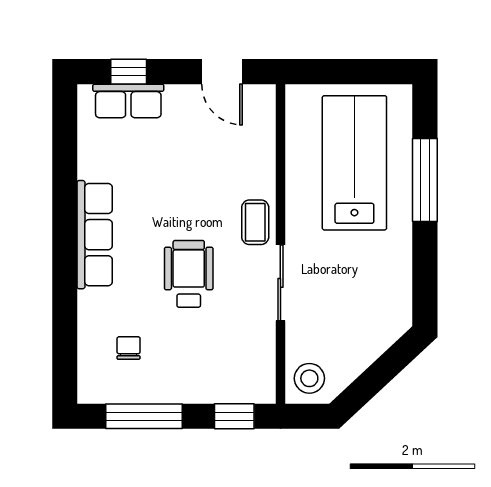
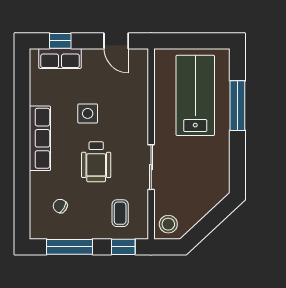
side table: (174, 193) -> (88, 113), added
coffee table: (255, 222) -> (120, 213), moved
wheelchair: (189, 274) -> (96, 162), turned 180
chair: (129, 348) -> (60, 206), turned -58

